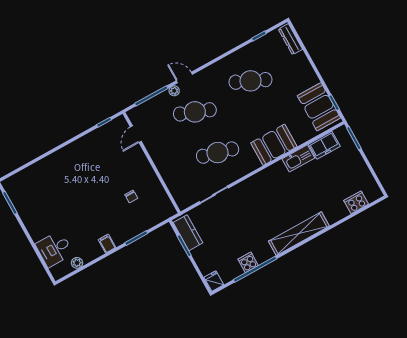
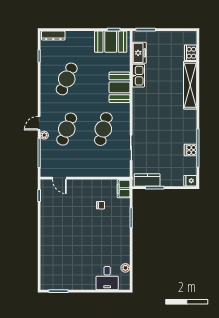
shelving: (299, 234) -> (190, 85), moved
filing cabinet: (107, 244) -> (124, 189), moved, width x2.00

